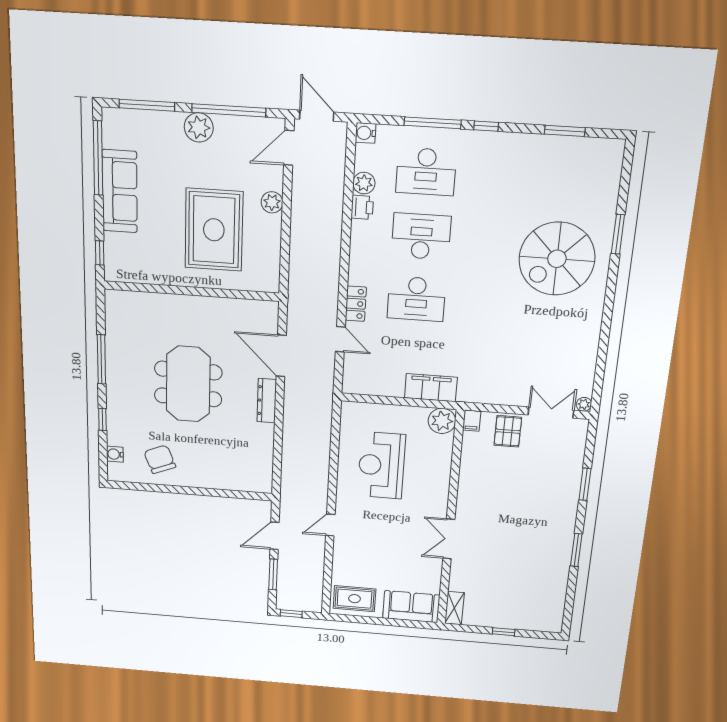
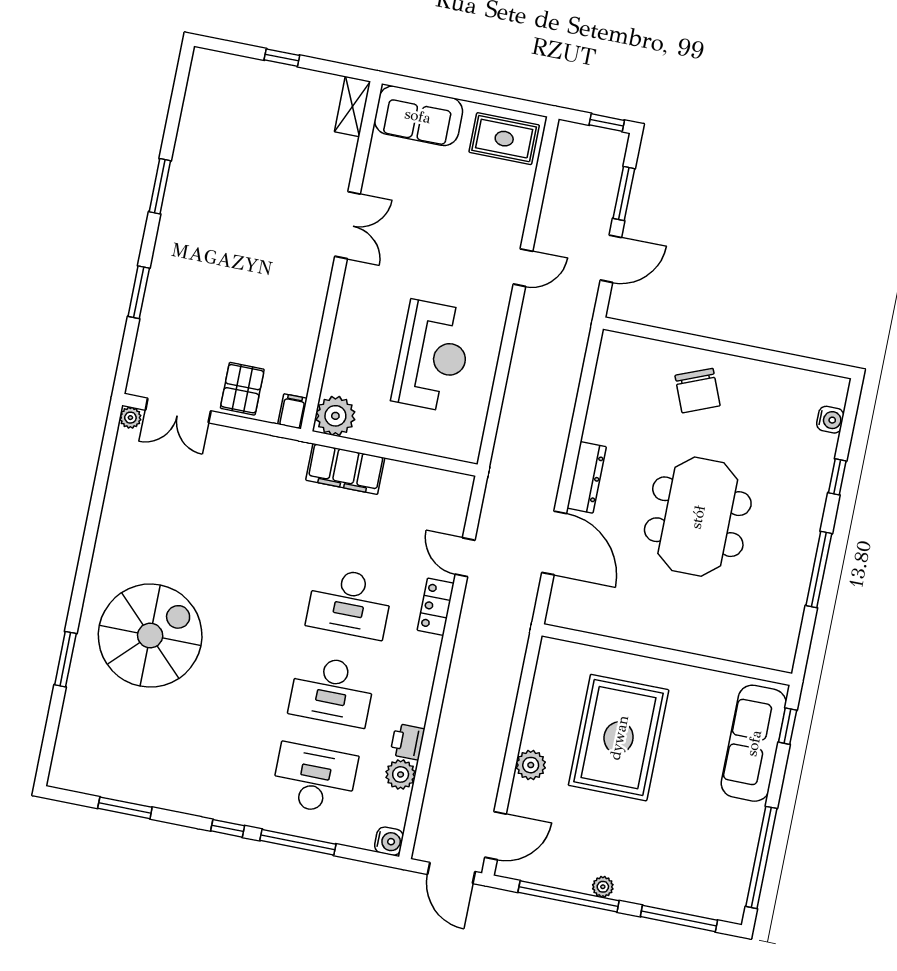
plant: (199, 127) -> (603, 887), width x0.53, depth x0.53
sofa: (120, 191) -> (754, 743), moved
desk: (416, 299) -> (350, 603), turned 180
chair: (160, 459) -> (698, 391), moved

